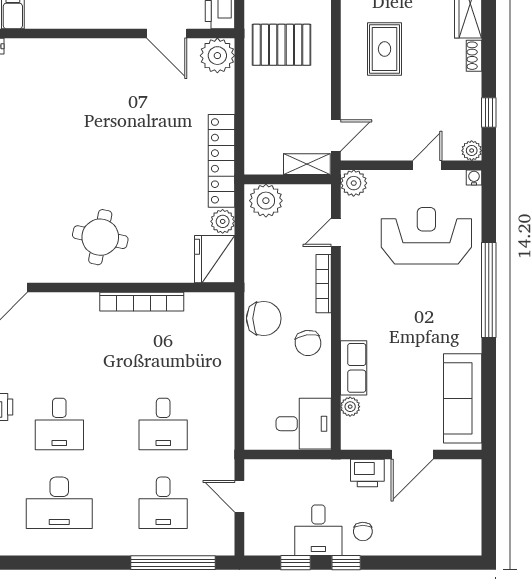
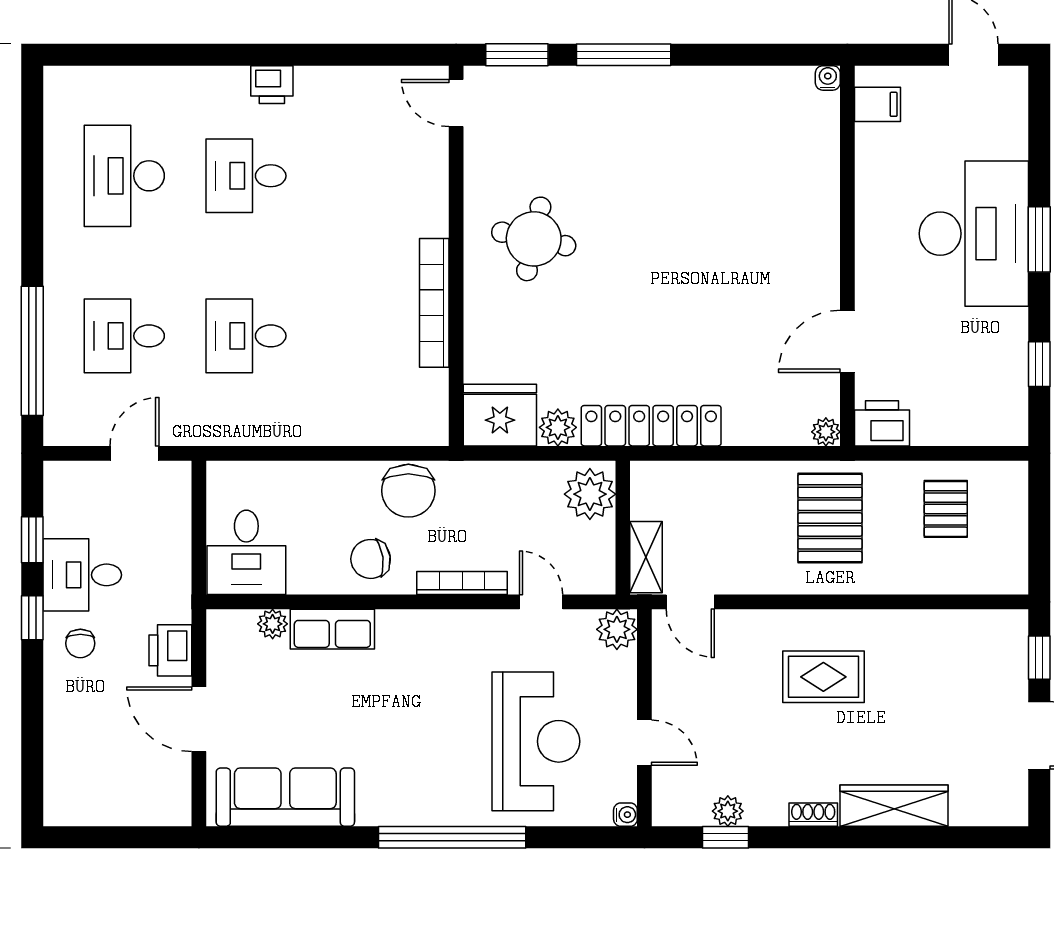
plant: (217, 56) -> (826, 432), width x0.53, depth x0.53
plant: (472, 151) -> (728, 811), moved
chair: (363, 531) -> (80, 643), turned -90

